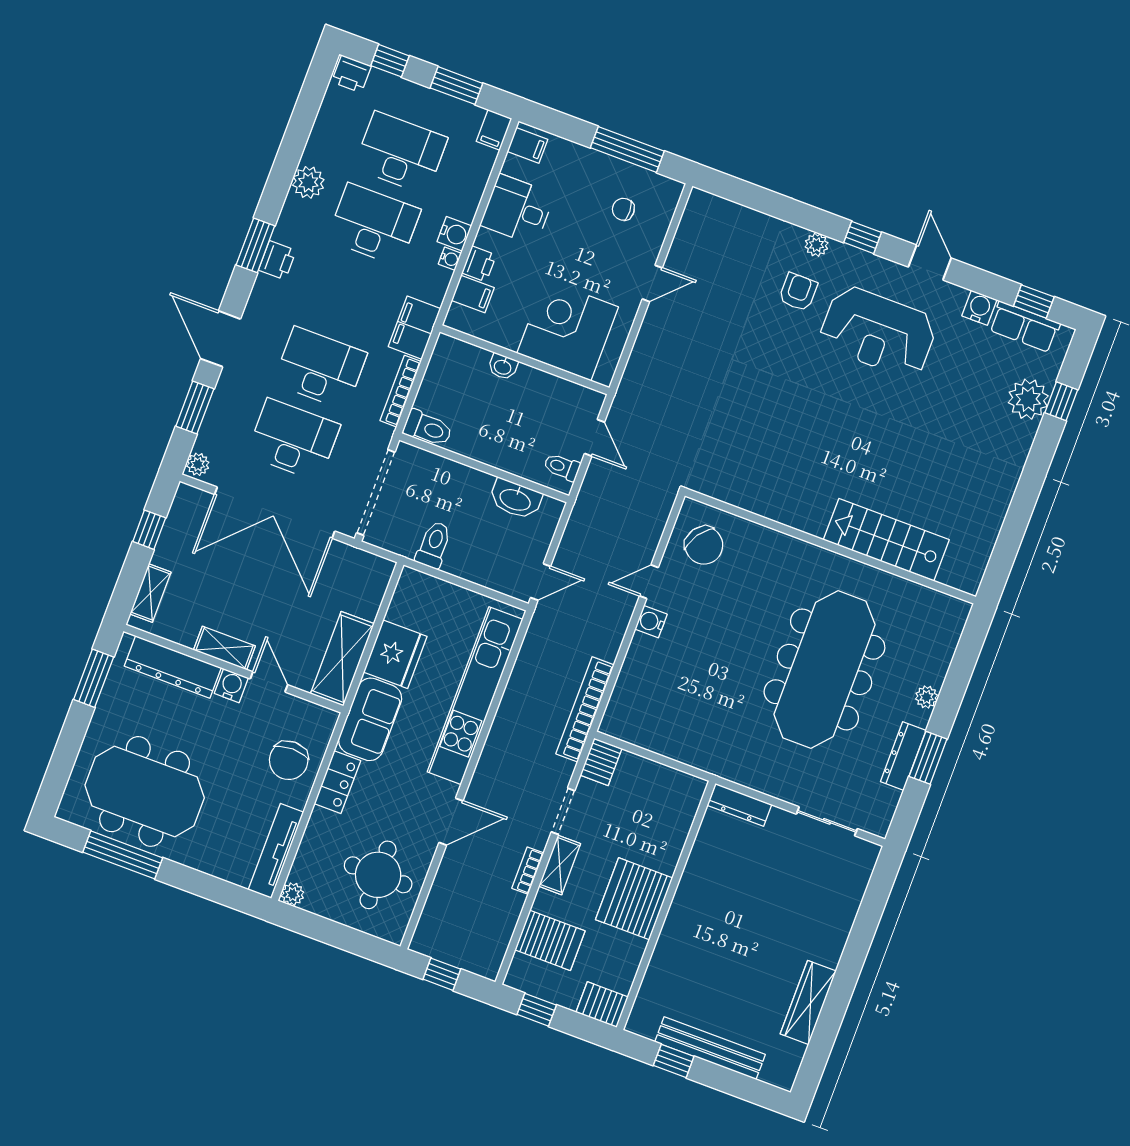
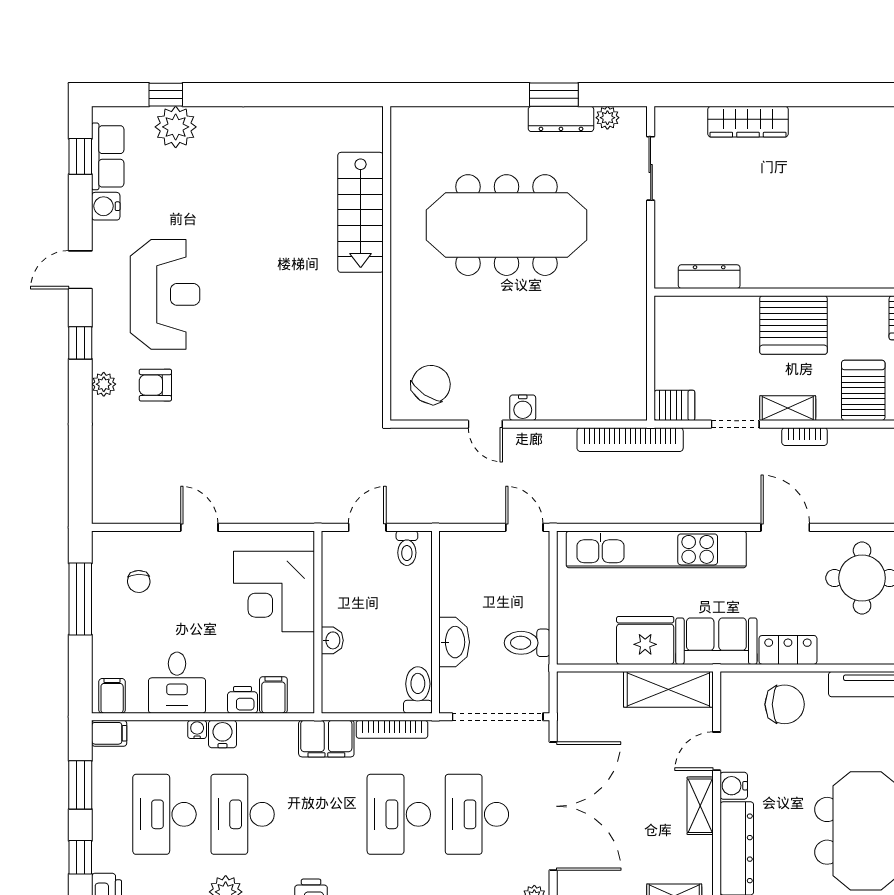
water cooler: (450, 259) -> (197, 729), moved
washbasin: (515, 499) -> (454, 642), moved
plant: (927, 697) -> (607, 118), moved
dresser: (739, 805) -> (709, 277), moved, turned -90
wardrobe: (808, 1002) -> (748, 122), moved

